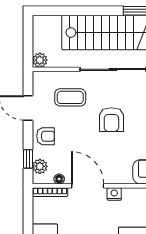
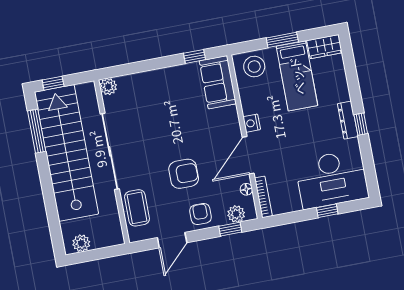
plant: (40, 60) -> (81, 243), moved
coffee table: (70, 97) -> (137, 208), moved
armchair: (111, 120) -> (184, 174), moved

